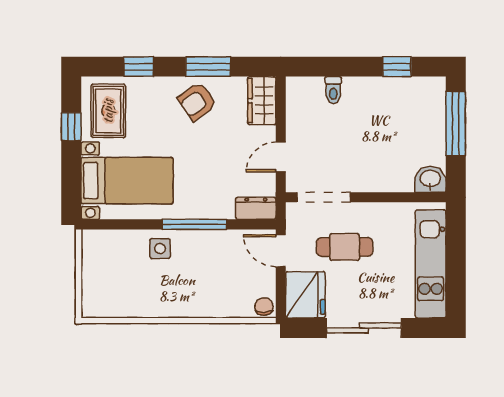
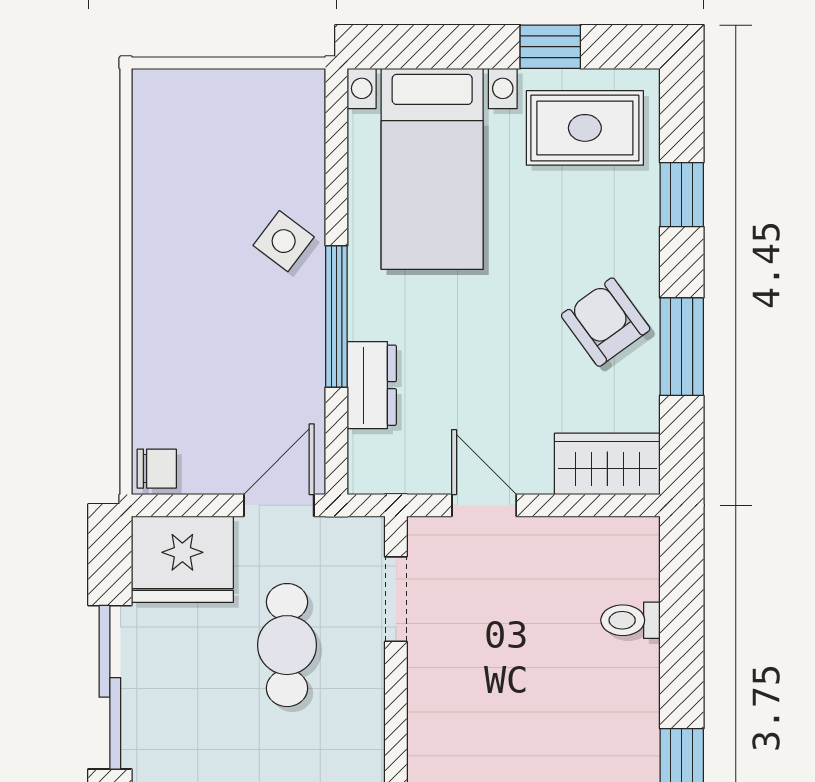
doorway: (324, 197) -> (396, 599), width x0.73
dresser: (256, 208) -> (372, 385), moved
side table: (160, 249) -> (284, 241), turned 37

